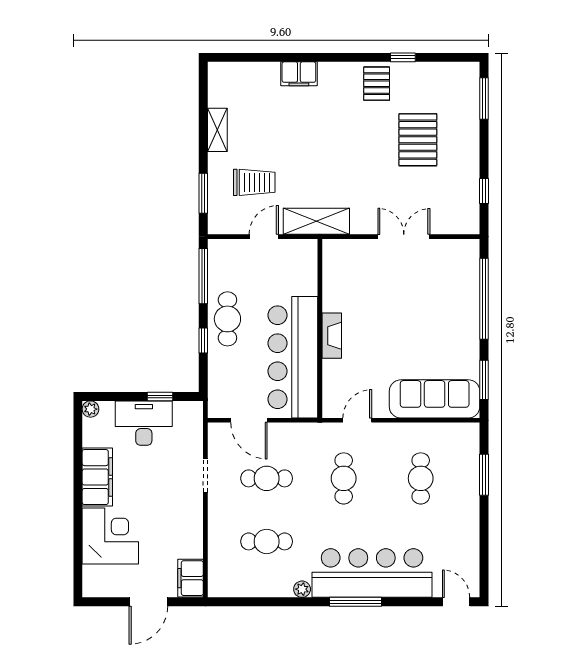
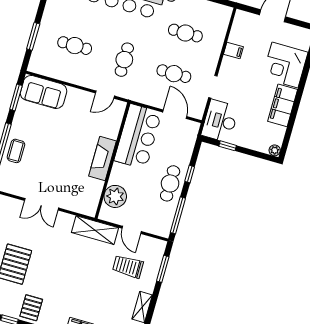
door: (264, 237) -> (132, 230), hinge flipped
plant: (301, 278) -> (115, 196), added
coffee table: (462, 303) -> (16, 151), added
fireplace: (332, 336) -> (102, 158), width x1.37, depth x1.32
bar counter: (293, 357) -> (138, 136), width x0.73
sofa: (435, 399) -> (44, 92), width x0.73
desk: (144, 423) -> (220, 121), moved, turned 90
cafe table: (421, 478) -> (75, 46), turned 90
filing cabinet: (191, 578) -> (233, 51), moved, width x0.50

